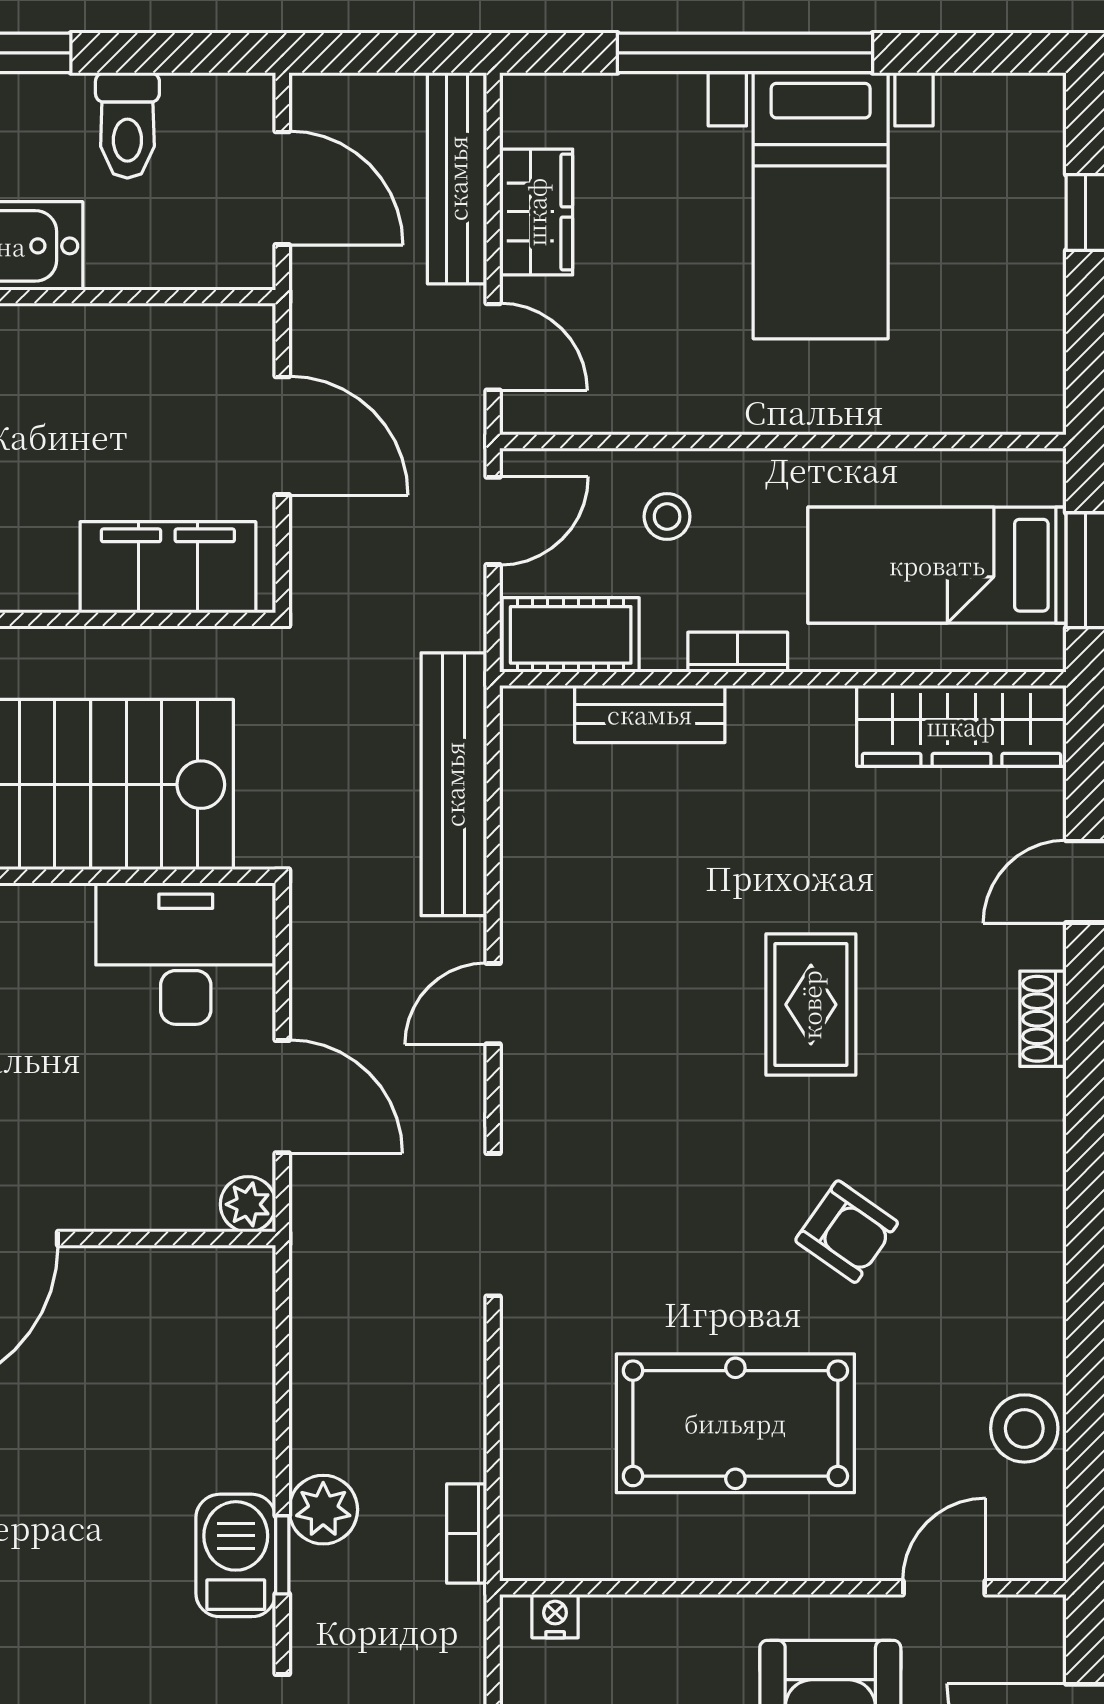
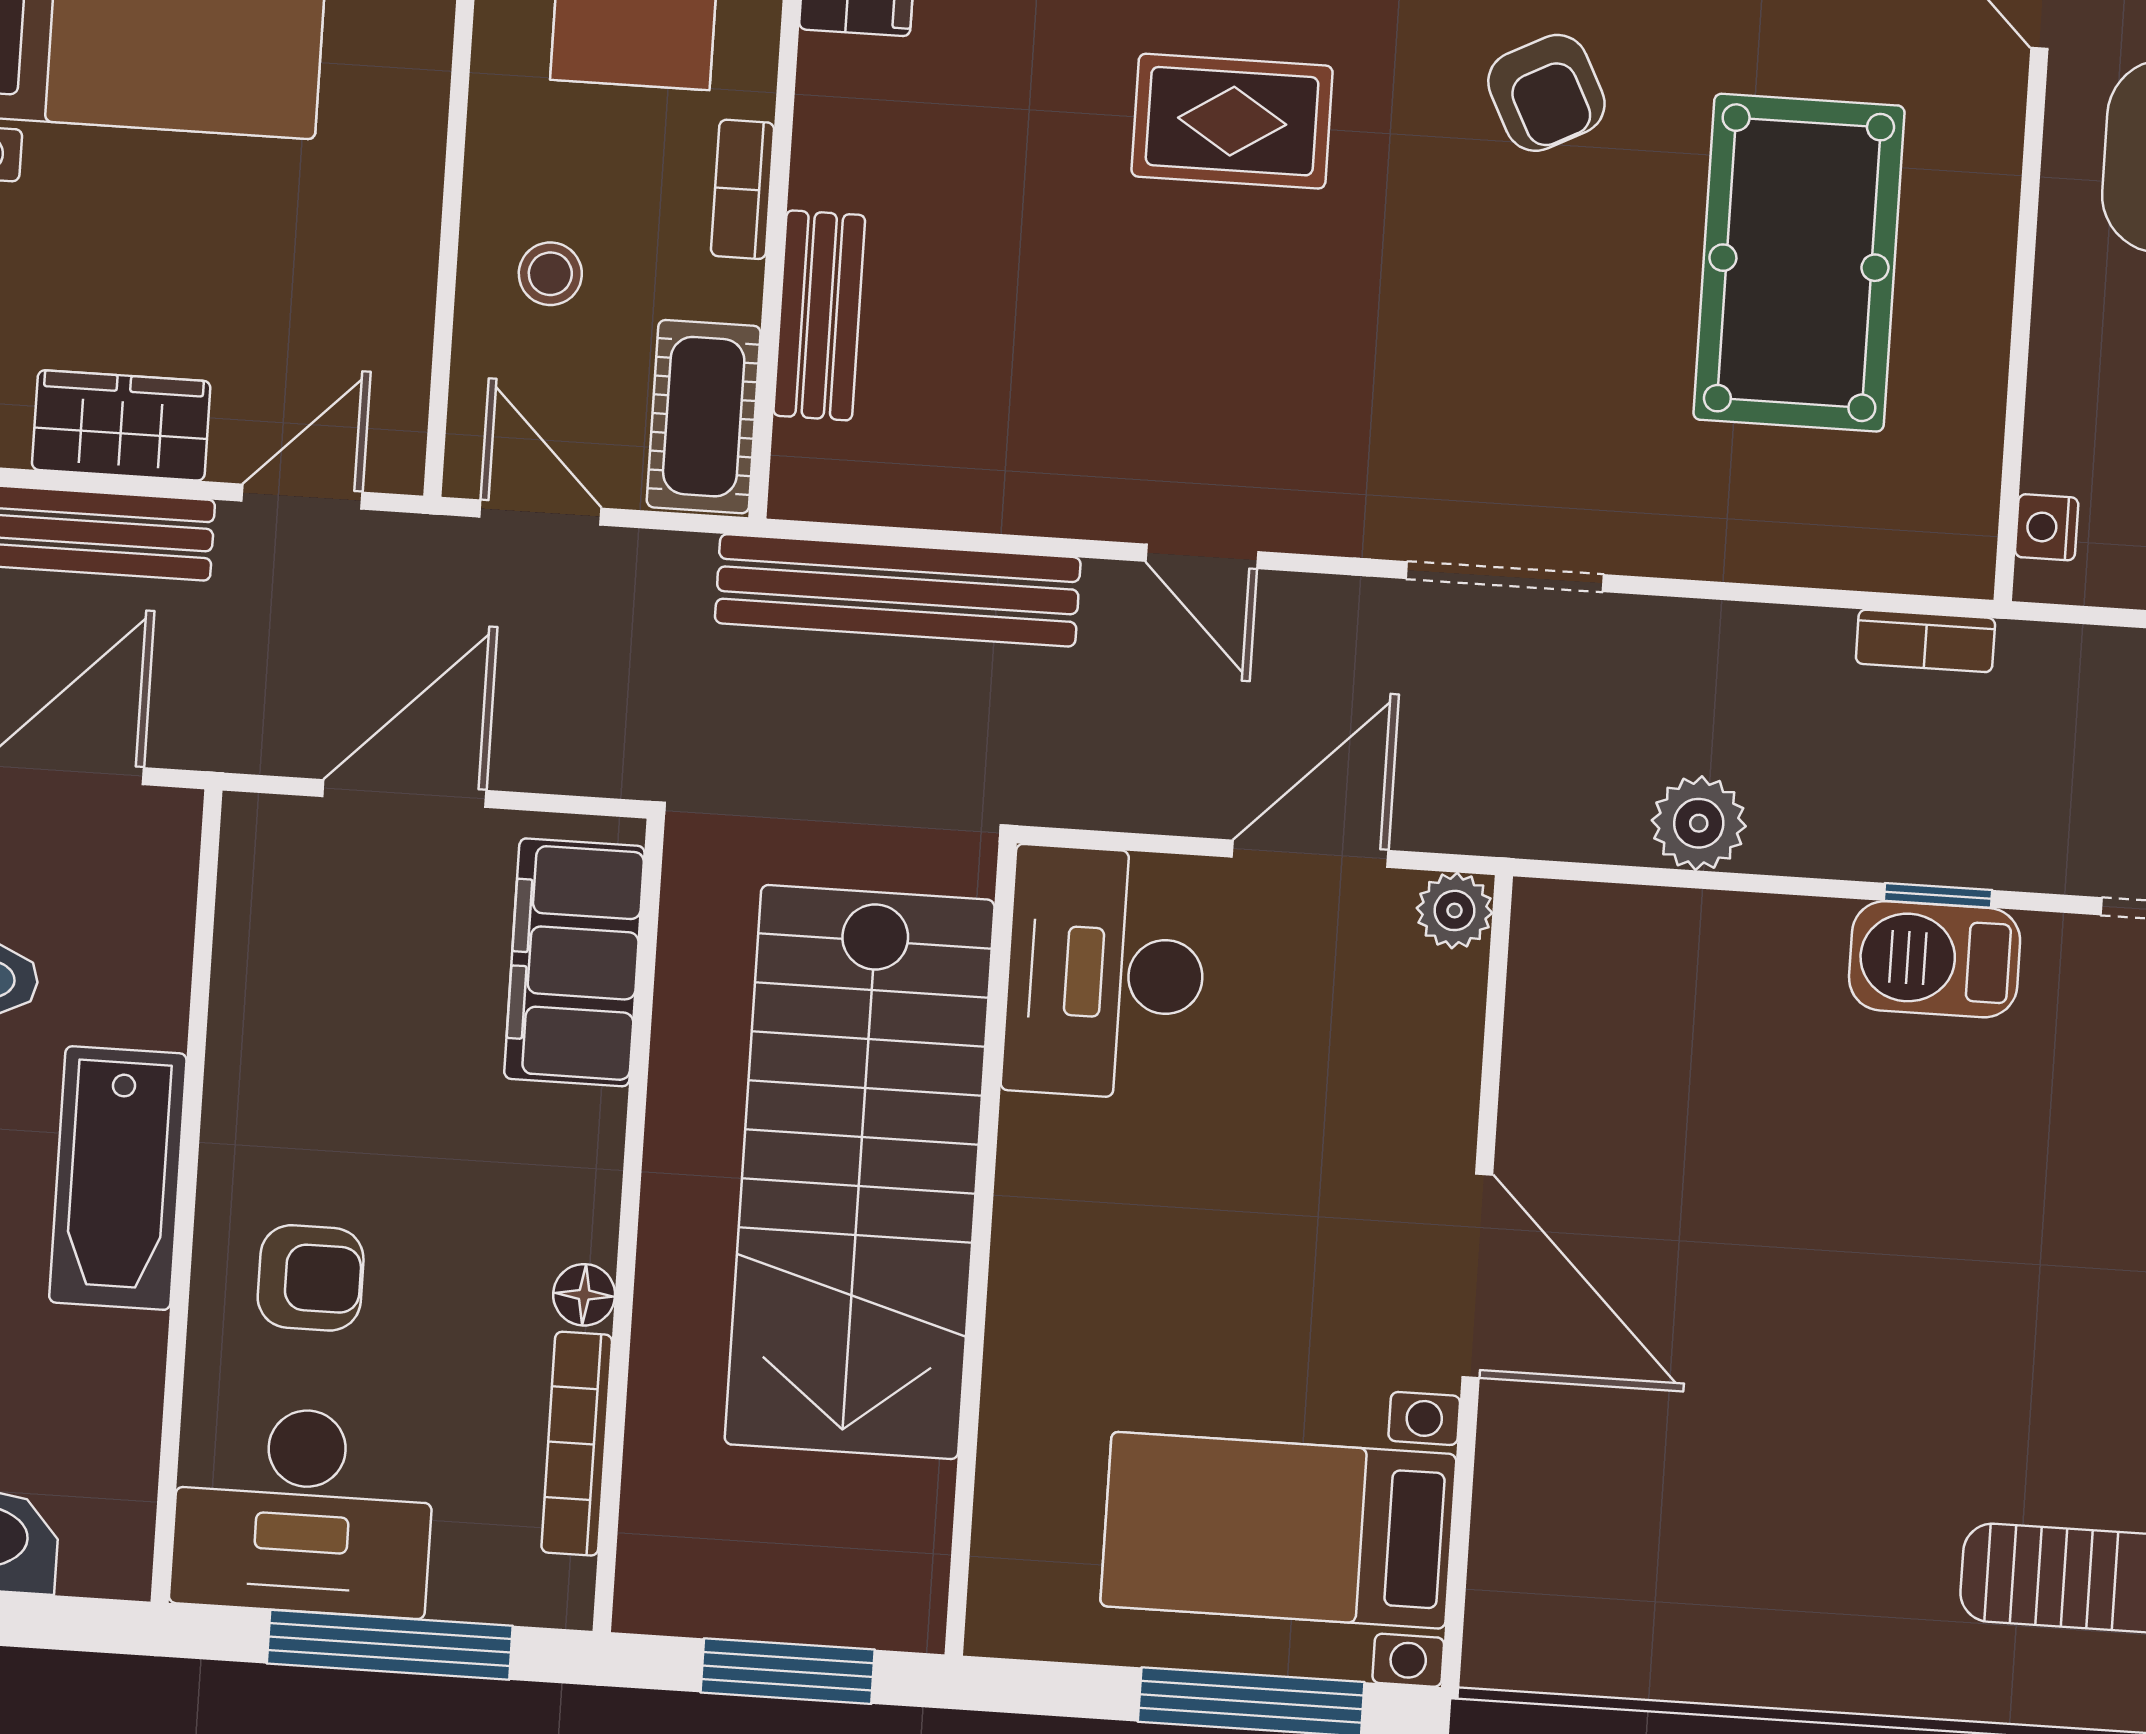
armchair: (847, 1232) -> (1546, 93), turned 118
plant: (323, 1510) -> (1699, 823), moved

